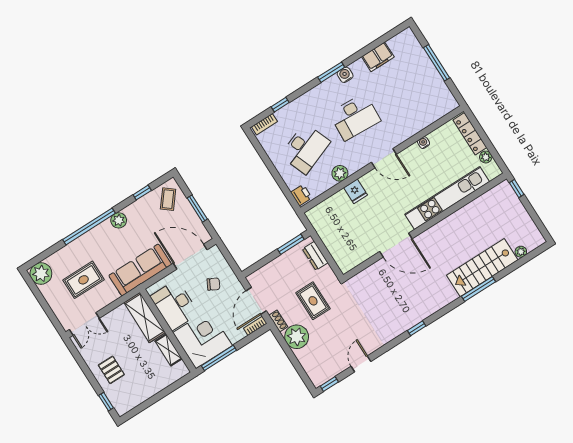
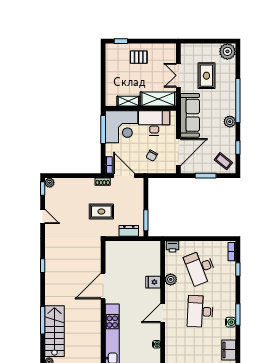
double door: (84, 324) -> (178, 75), moved
plant: (297, 337) -> (50, 183), moved, width x0.53, depth x0.53

